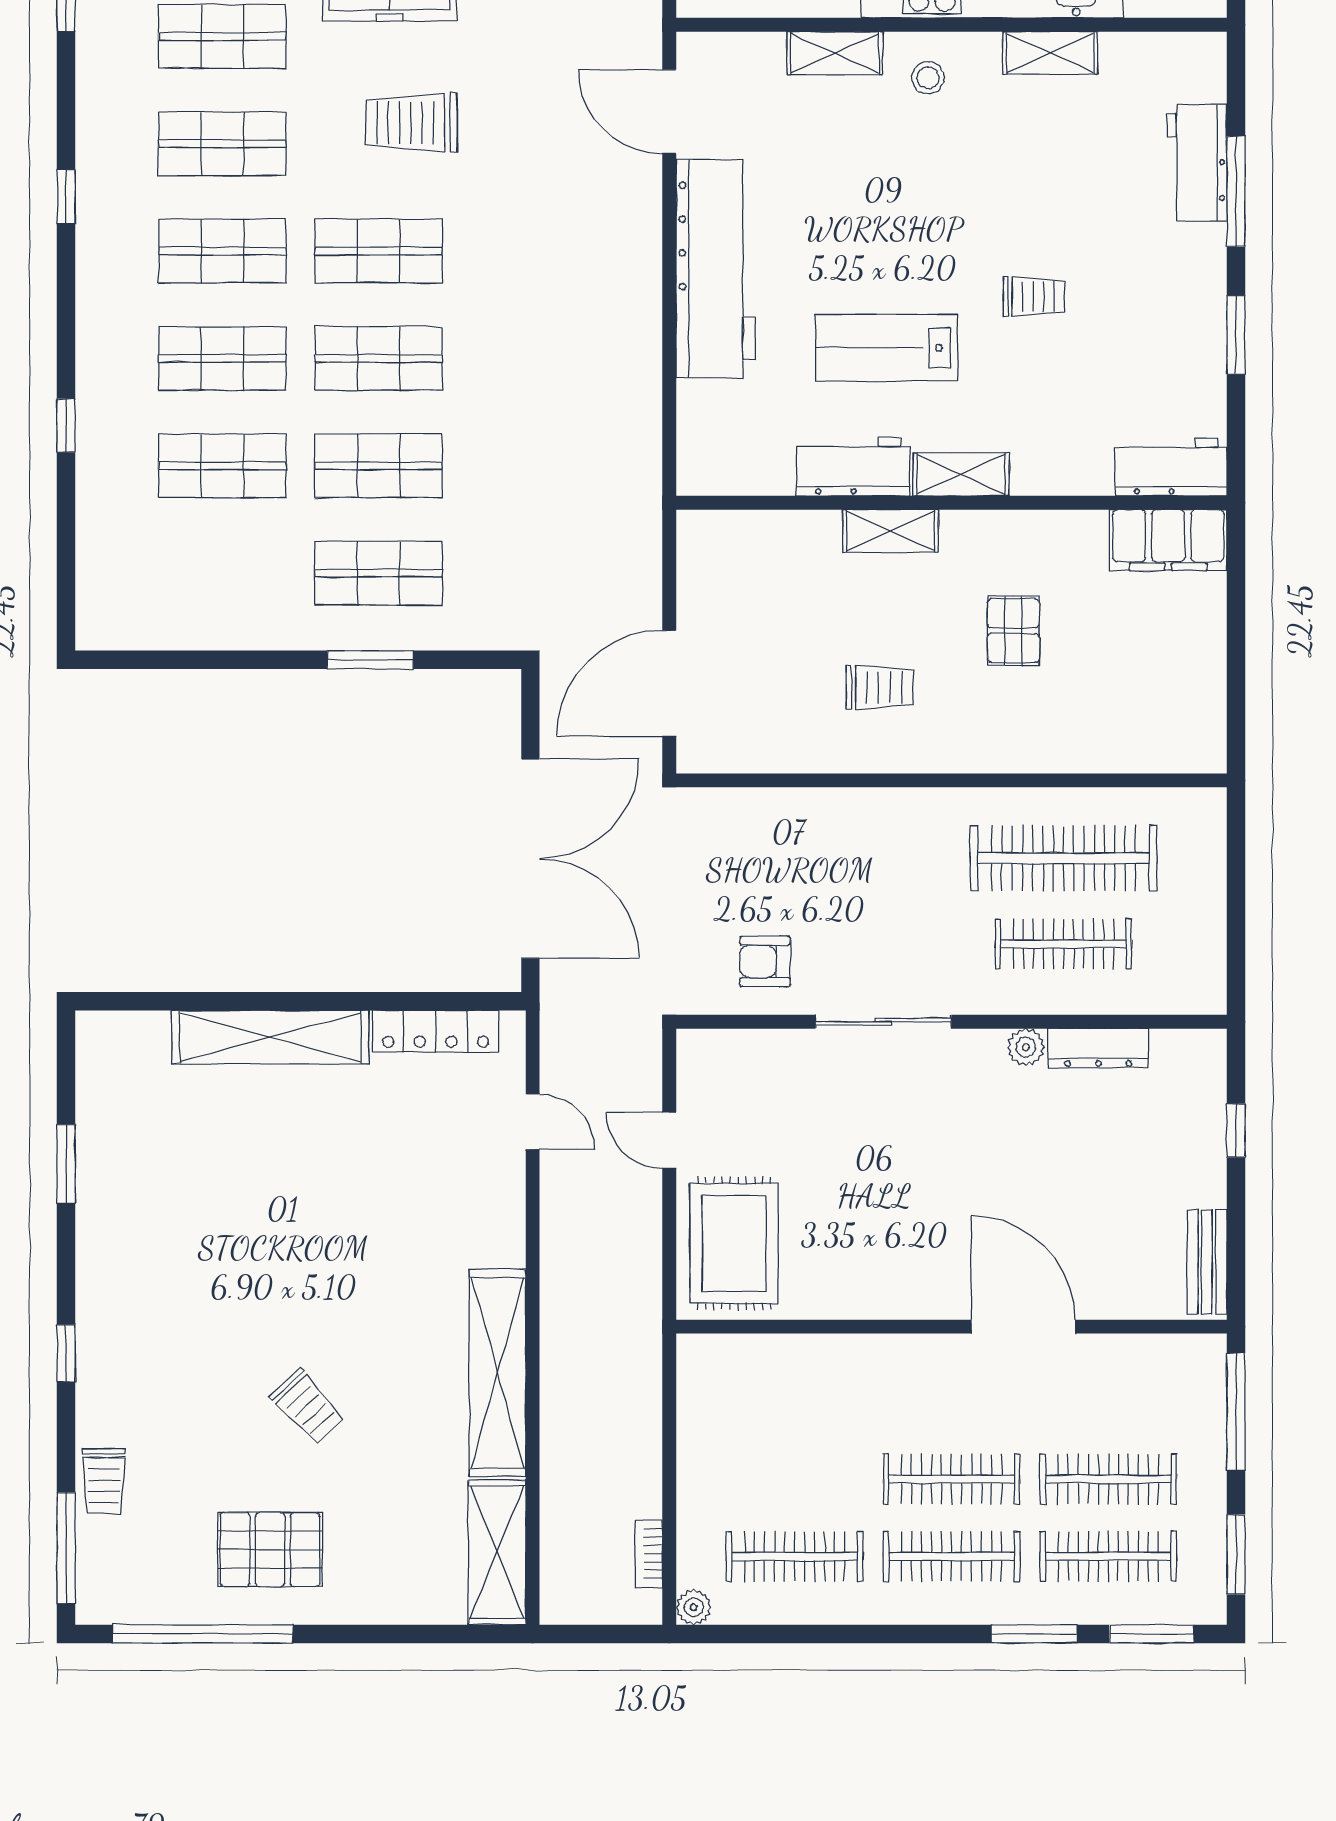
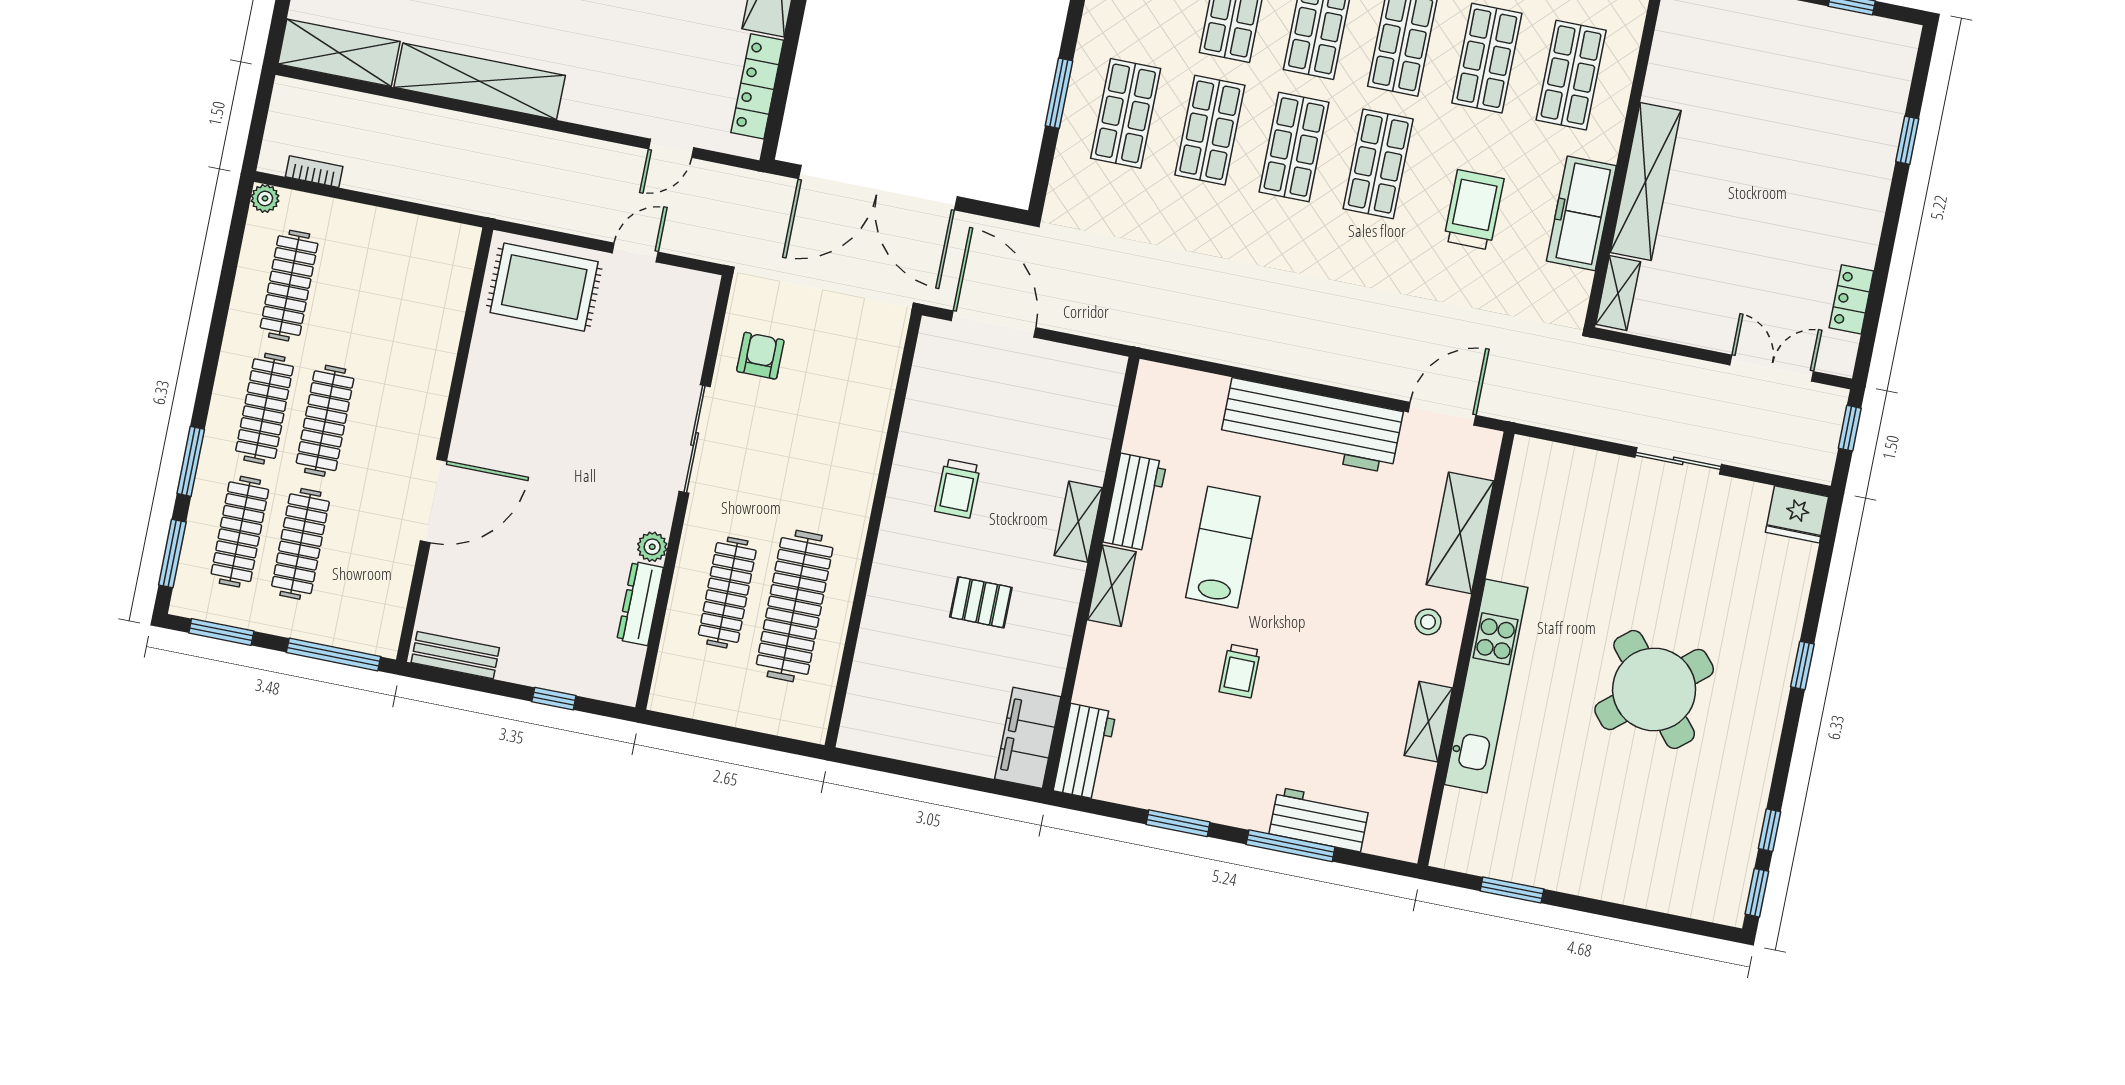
shelving: (835, 53) -> (1460, 533), width x1.50, depth x1.33

